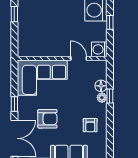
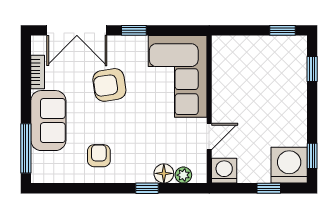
plant: (102, 98) -> (183, 175), moved
armchair: (47, 119) -> (109, 85), turned 81
armchair: (90, 125) -> (99, 156), turned 90

